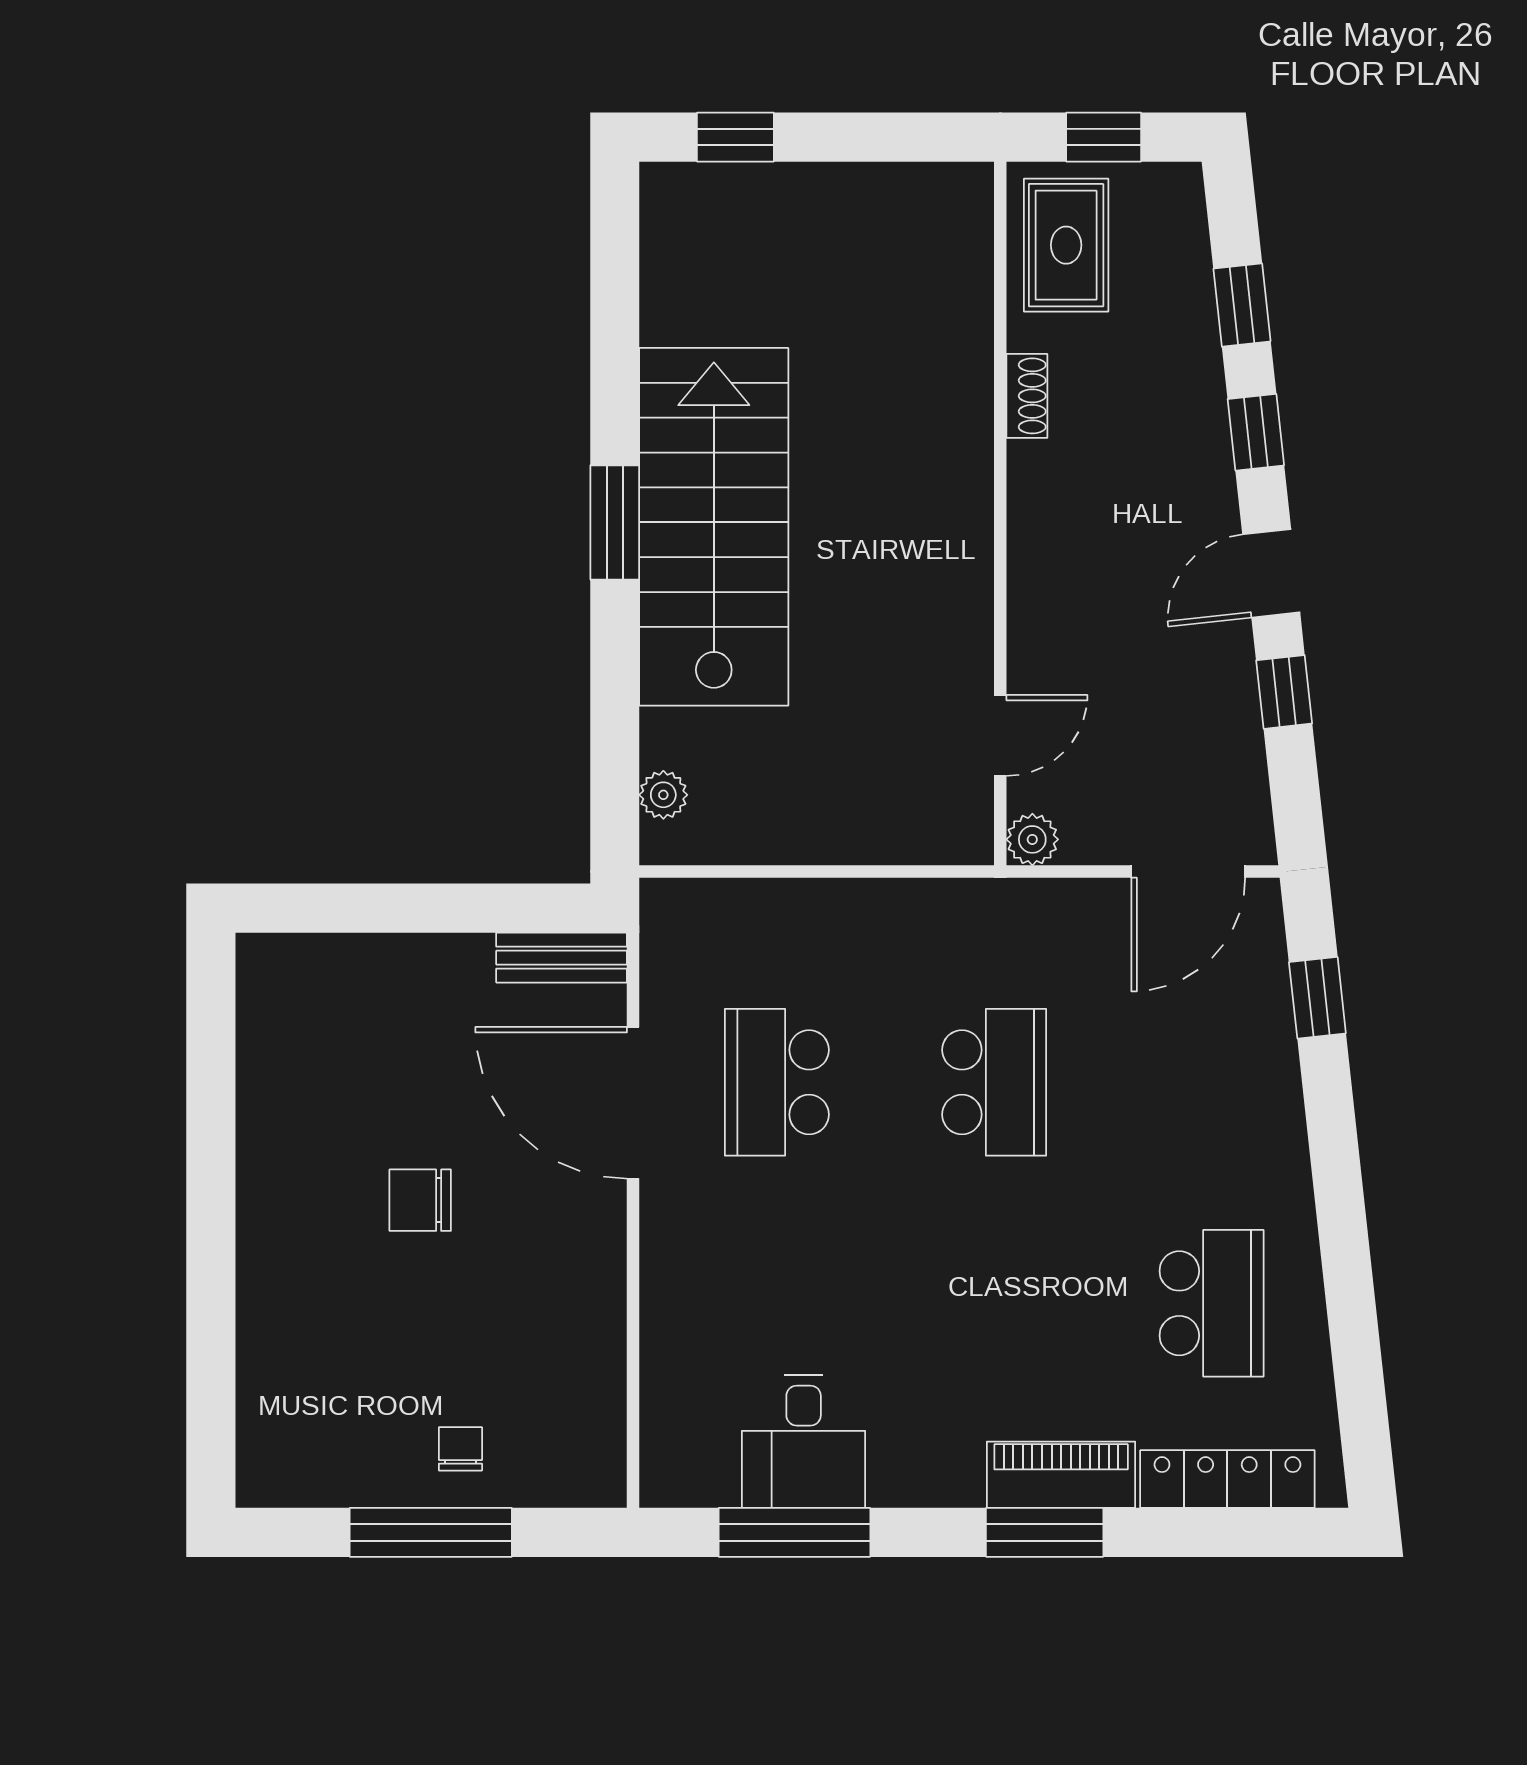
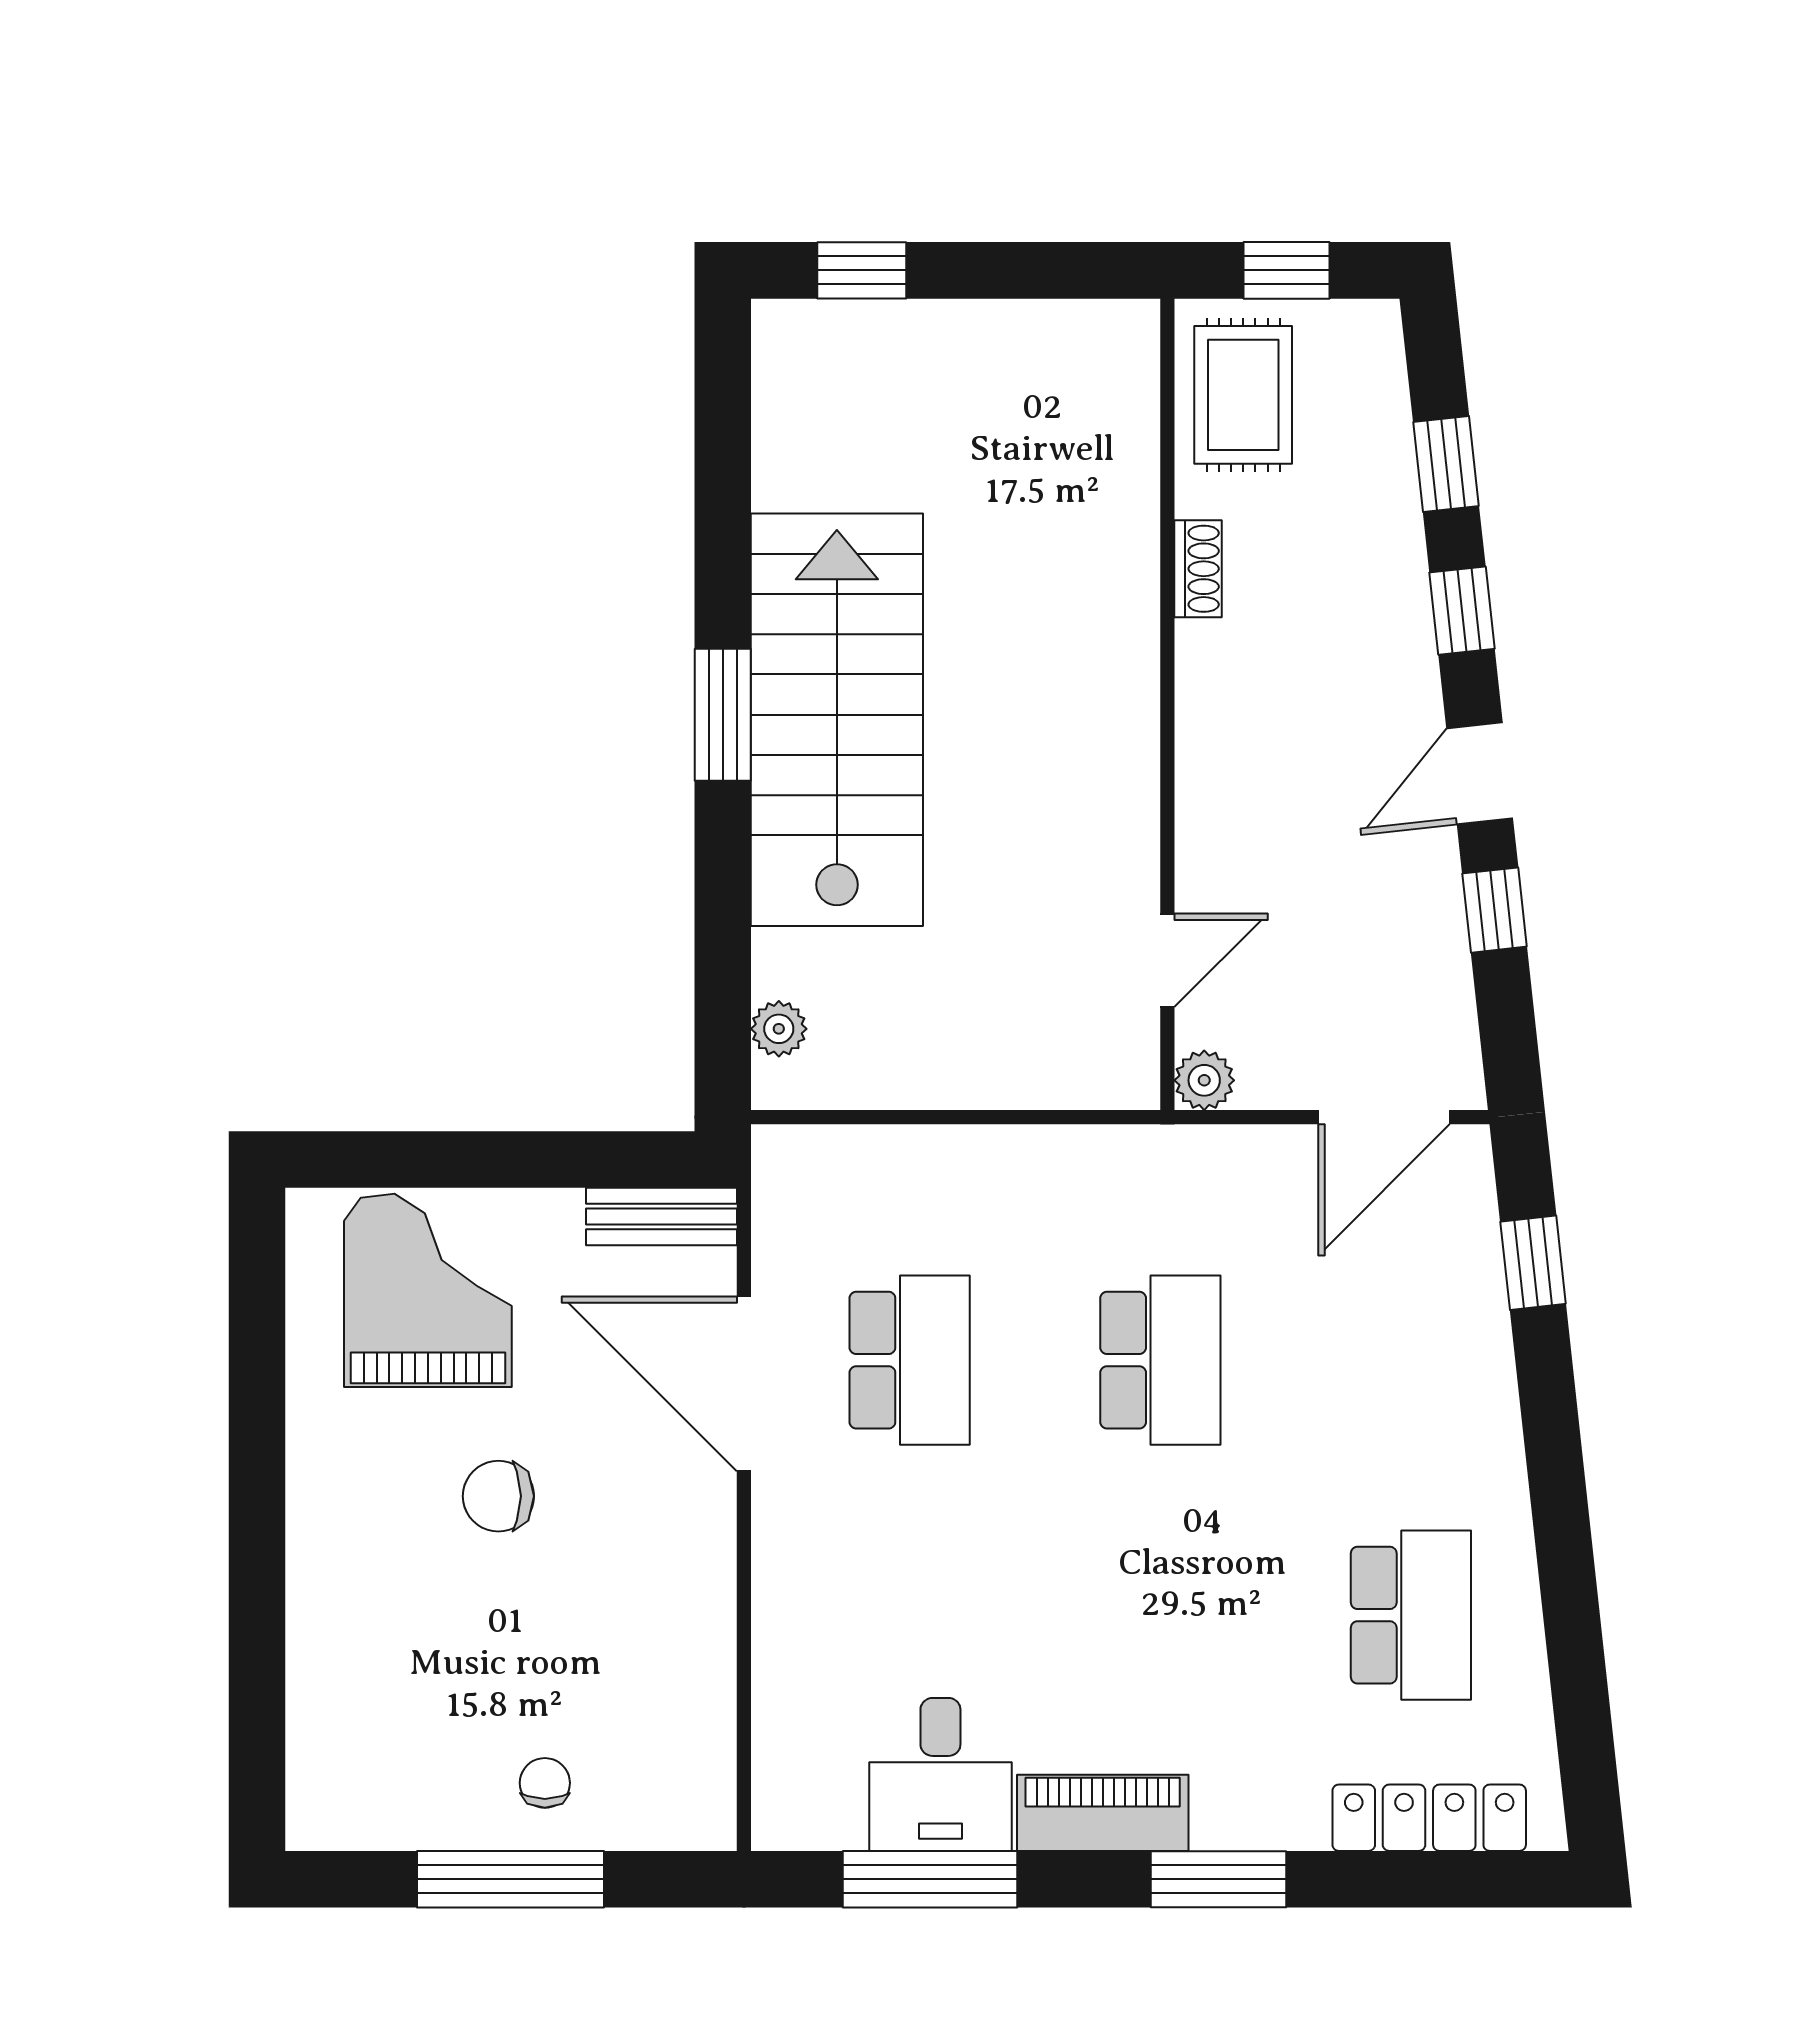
grand piano: (359, 1022) -> (428, 1290), added
school desk: (777, 1082) -> (910, 1360), turned 180
piano: (1061, 1475) -> (1103, 1813), moved

